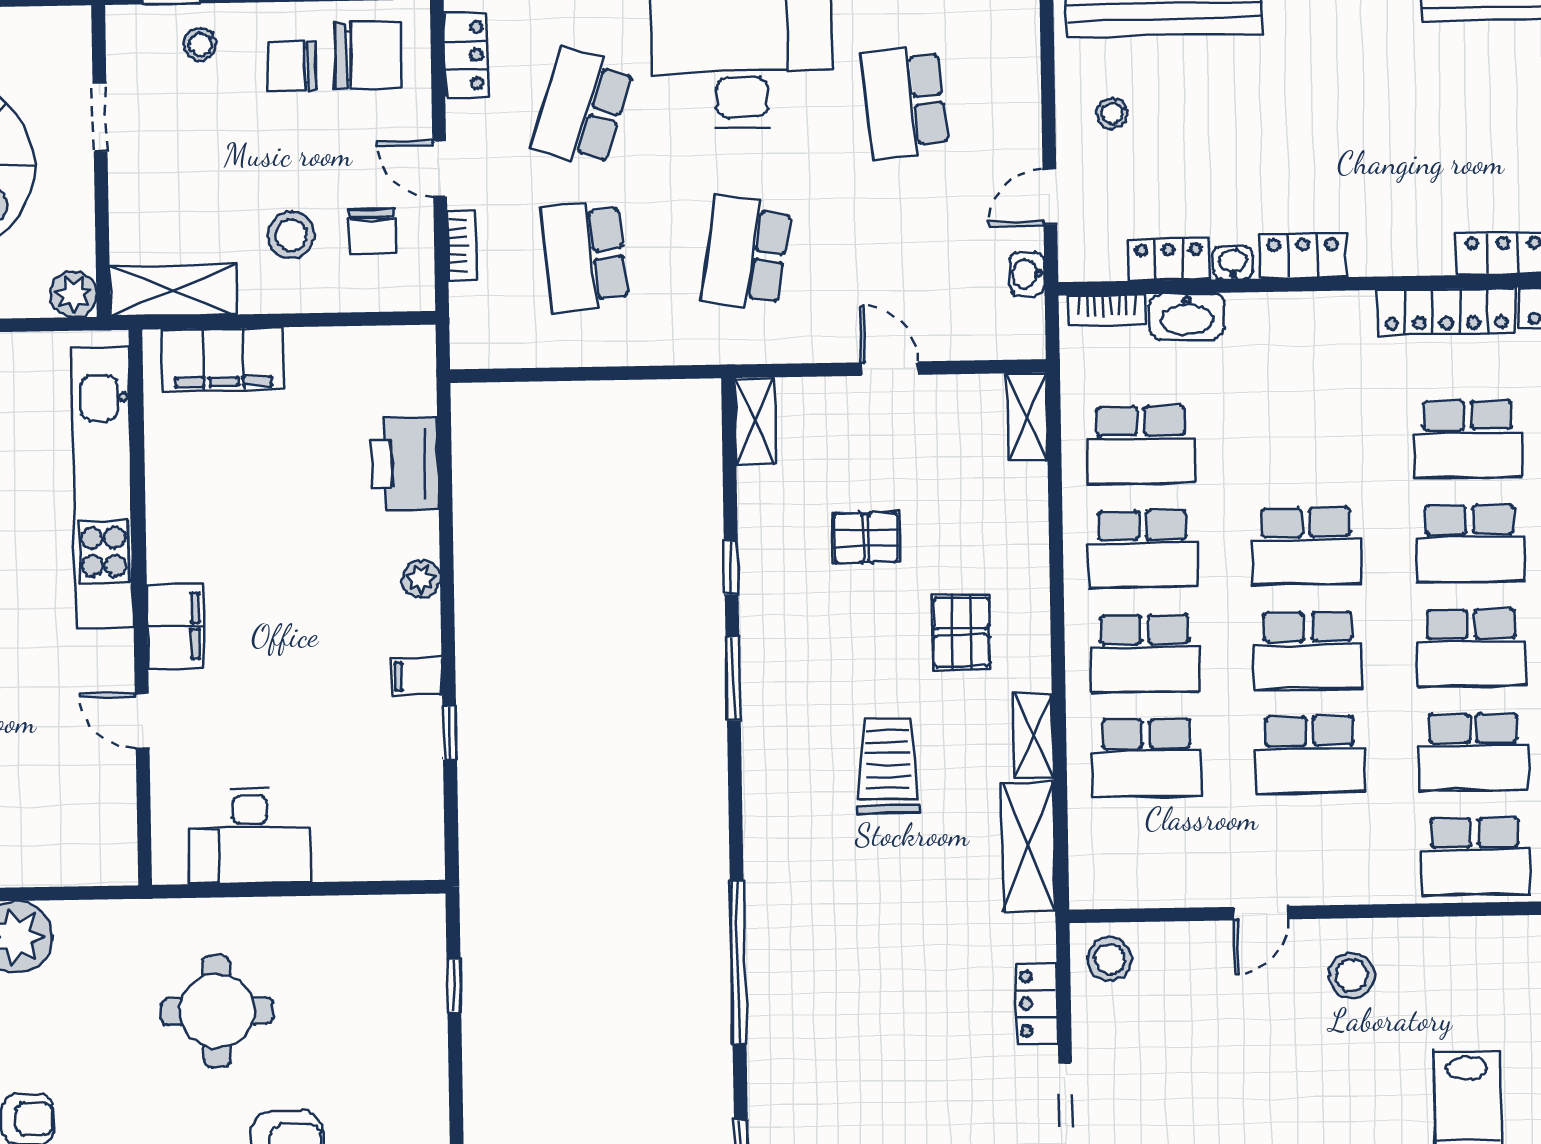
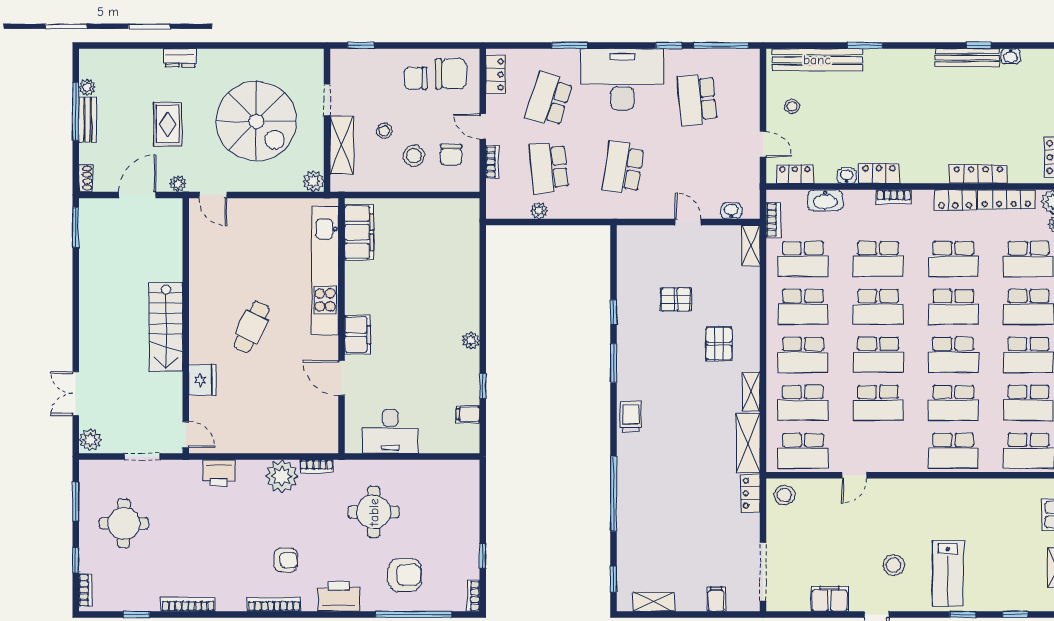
stool: (200, 44) -> (384, 131), moved
door: (1050, 197) -> (763, 144), swing flipped
locker: (1169, 260) -> (795, 174), moved
washbasin: (1027, 274) -> (731, 211), moved, turned 90
shelving: (173, 290) -> (342, 145), moved, turned 90
bookcase: (1336, 306) -> (894, 197), added
bookcase: (1107, 310) -> (773, 220), moved, turned -90
locker: (1446, 311) -> (955, 200), width x0.66
plant: (565, 350) -> (539, 211), added
filing cabinet: (223, 360) -> (359, 232), moved, turned -90
shelving: (755, 421) -> (626, 245), removed
school desk: (1304, 442) -> (878, 259), added
printer: (405, 464) -> (464, 262), removed
plant: (421, 579) -> (471, 340), moved
filing cabinet: (417, 676) -> (468, 414), moved
door: (142, 721) -> (342, 378), width x1.37
trolley: (888, 766) -> (631, 417), moved, width x0.73, depth x0.72
school desk: (1148, 862) -> (803, 451), added
bookcase: (91, 914) -> (317, 466), added
stool: (1352, 975) -> (894, 565), moved
window: (454, 986) -> (483, 556), moved
locker: (1037, 1004) -> (750, 493), moved

